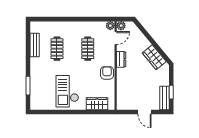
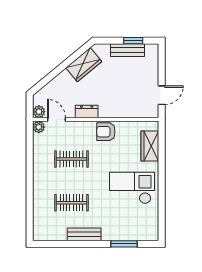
bench: (35, 45) -> (84, 234), moved
checkout: (67, 91) -> (132, 188), turned 180
bench: (165, 98) -> (127, 50), moved
door: (145, 112) -> (162, 95), moved

